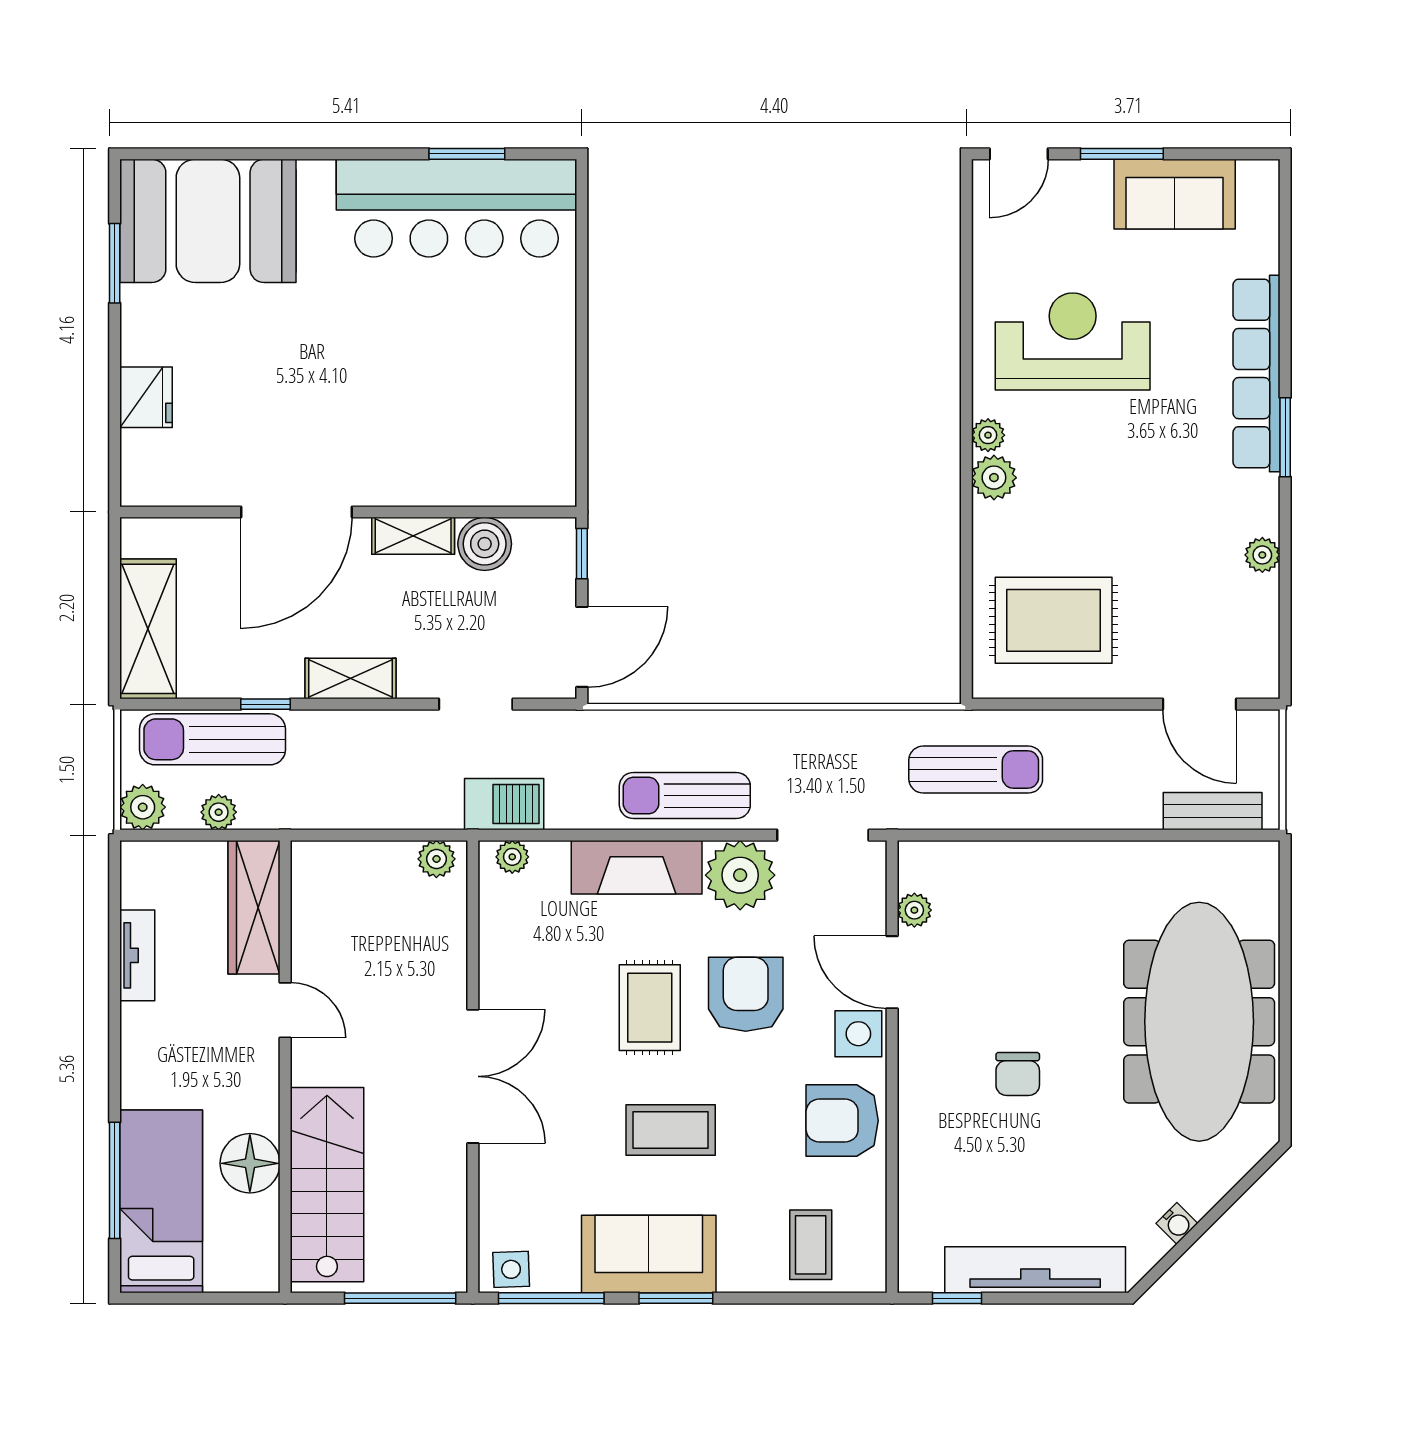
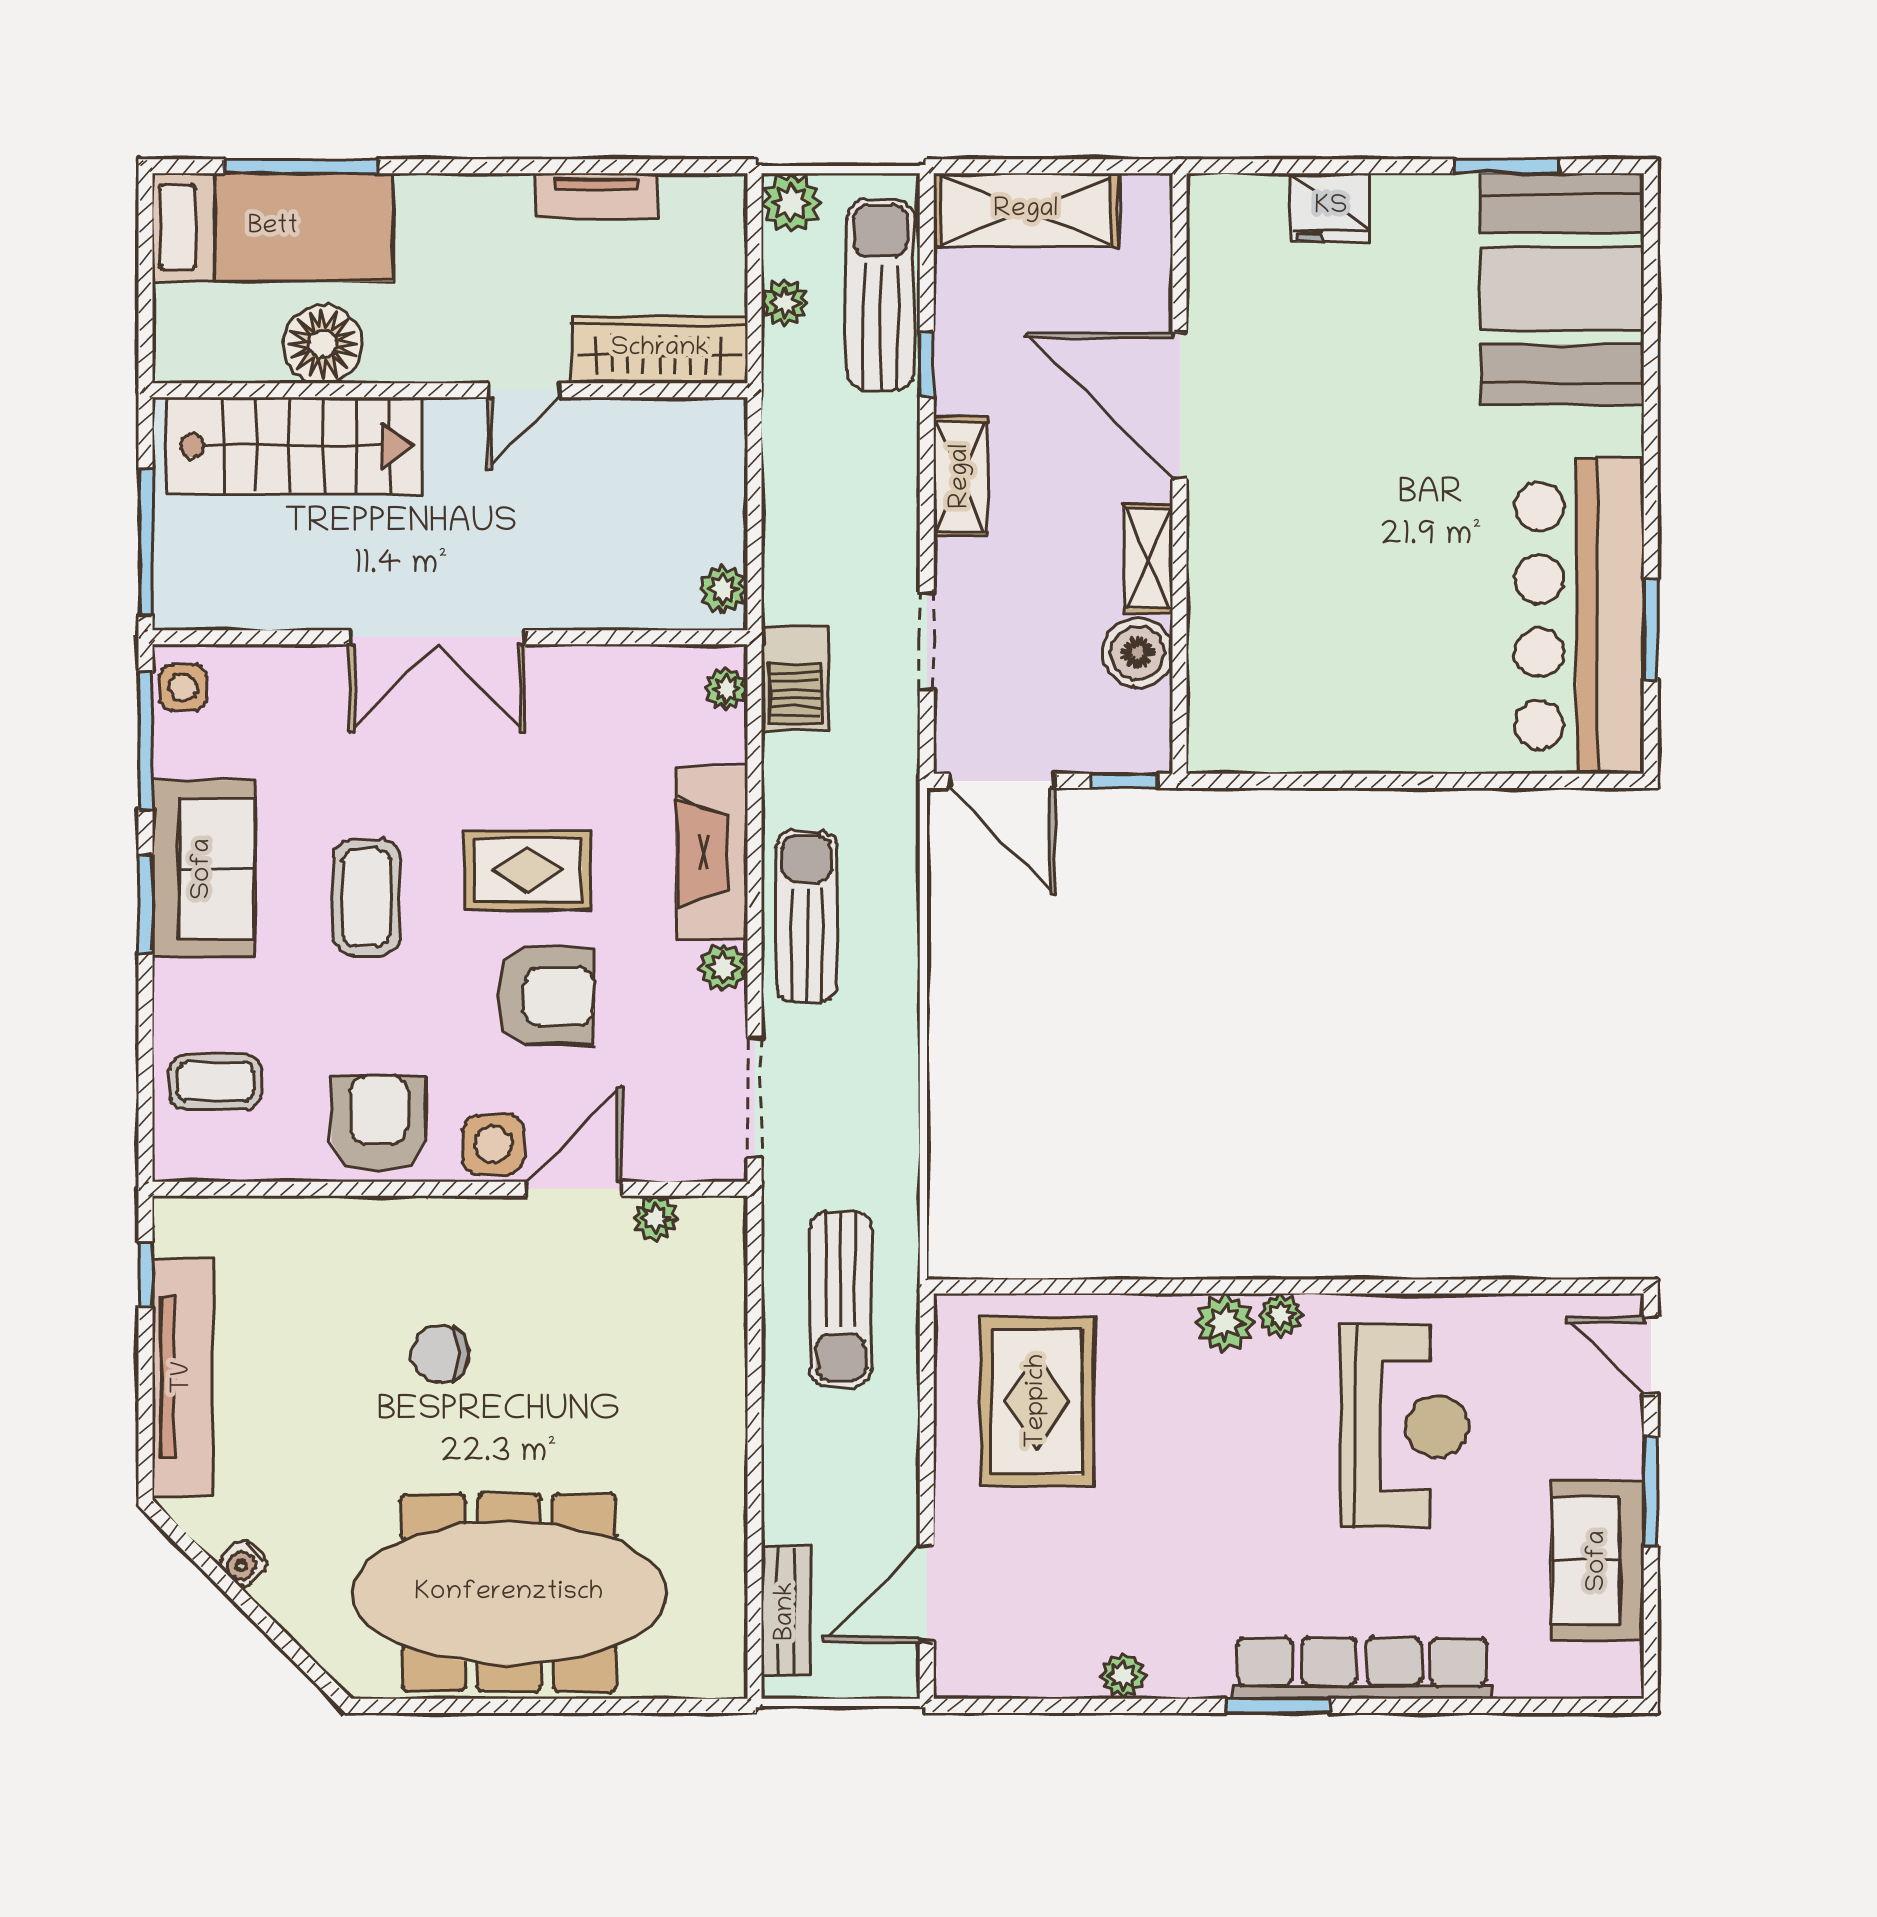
plant: (740, 875) -> (723, 968), width x0.53, depth x0.53

